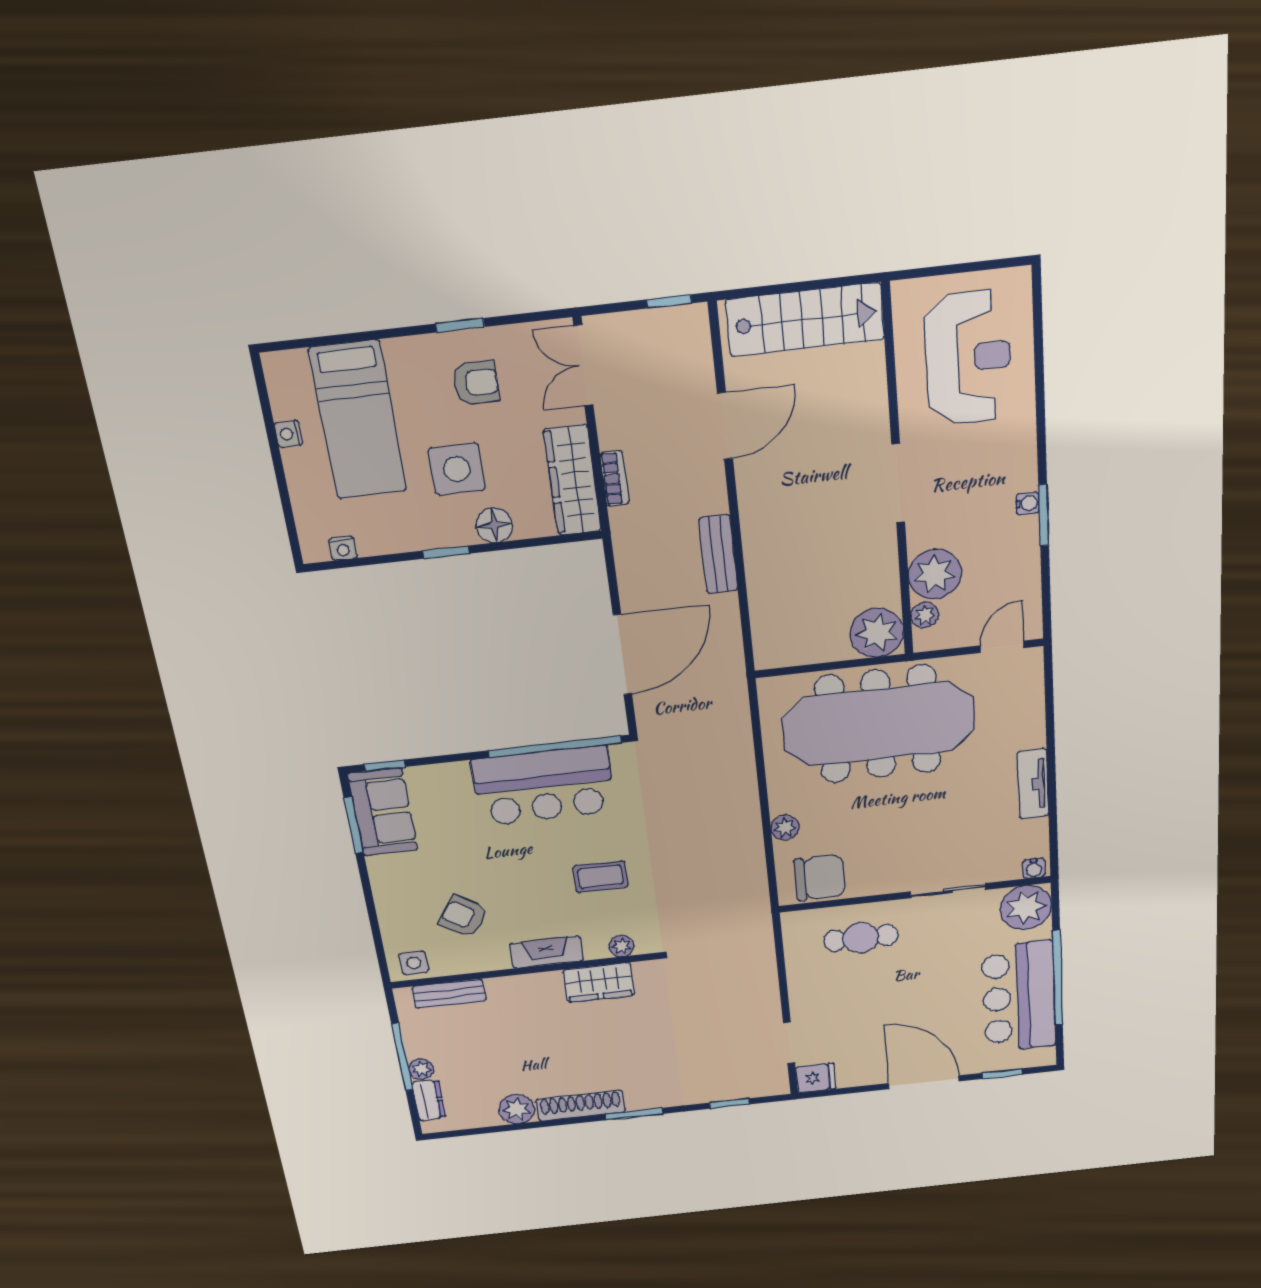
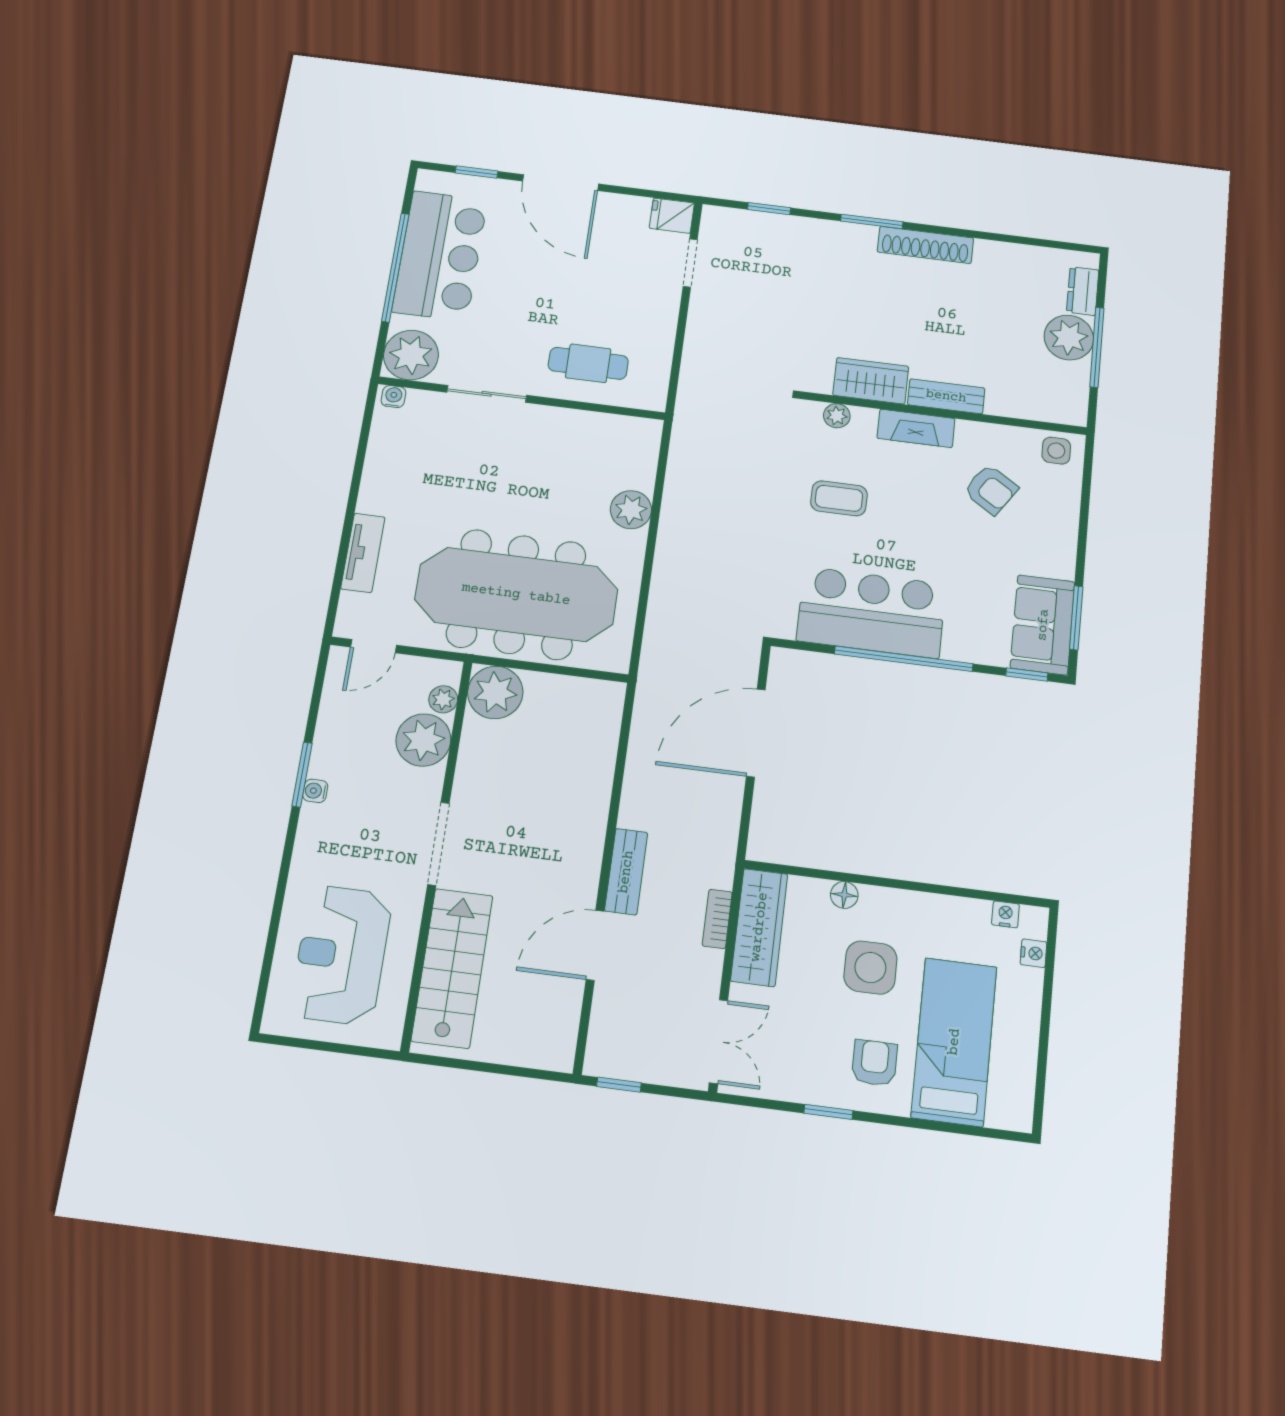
stairs: (805, 320) -> (452, 968), moved, turned 90
armchair: (476, 383) -> (874, 1063), moved, turned 90
nightstand: (289, 434) -> (1034, 953), moved
floor lamp: (494, 525) -> (844, 895), width x0.73, depth x0.73
window: (446, 552) -> (904, 885), removed
bench: (718, 554) -> (626, 872), moved
window: (555, 747) -> (904, 659), moved
tv unit: (1033, 784) -> (363, 553), moved
plant: (785, 828) -> (631, 510), width x1.38, depth x1.38
chair: (820, 878) -> (615, 441), removed
bench: (449, 994) -> (946, 396), moved
plant: (421, 1069) -> (1069, 337), width x1.88, depth x1.88
plant: (517, 1109) -> (993, 258), removed

